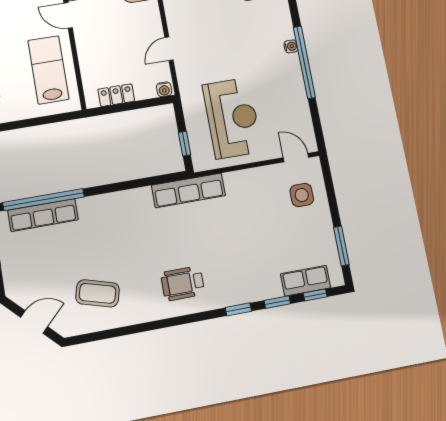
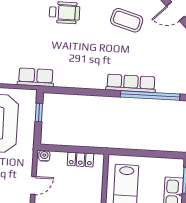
row of seats: (188, 190) -> (36, 77), width x0.68
row of seats: (43, 215) -> (131, 83), moved

